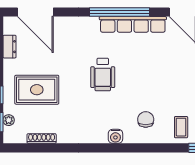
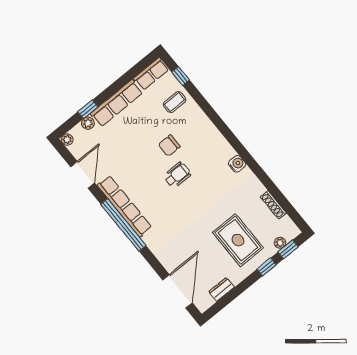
wheelchair: (103, 75) -> (177, 175), moved, width x0.73, depth x0.73
chair: (146, 119) -> (169, 146), moved
water cooler: (115, 136) -> (237, 164), moved

